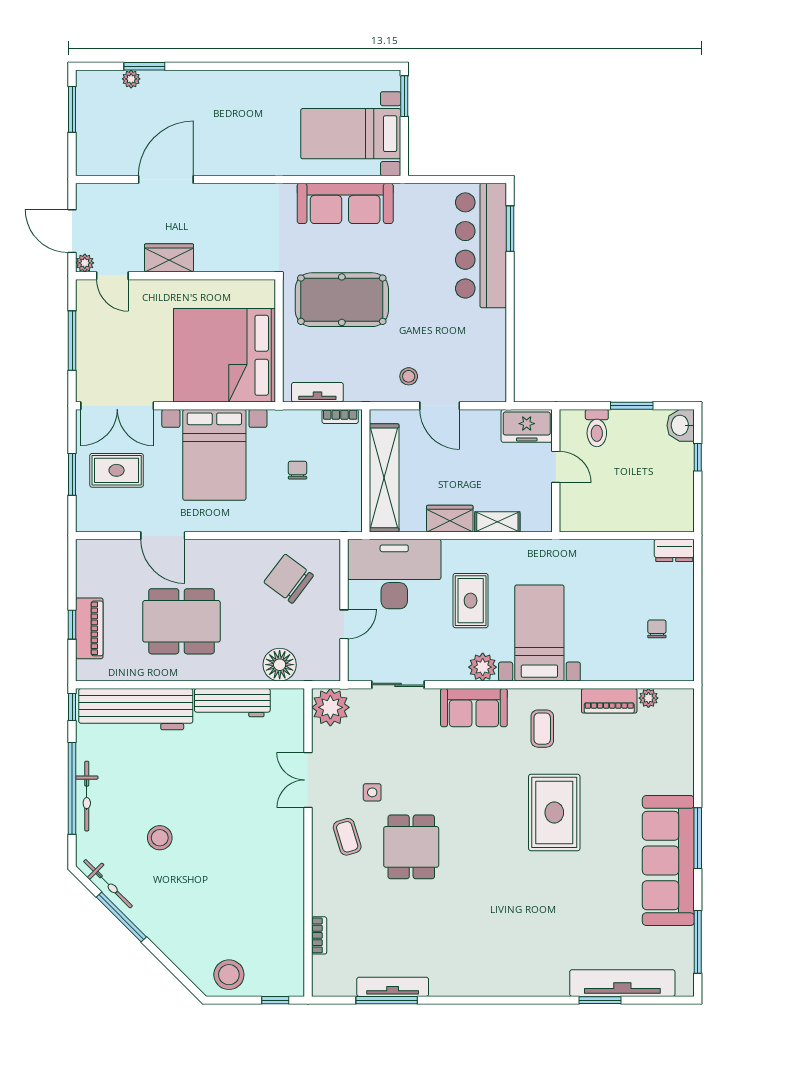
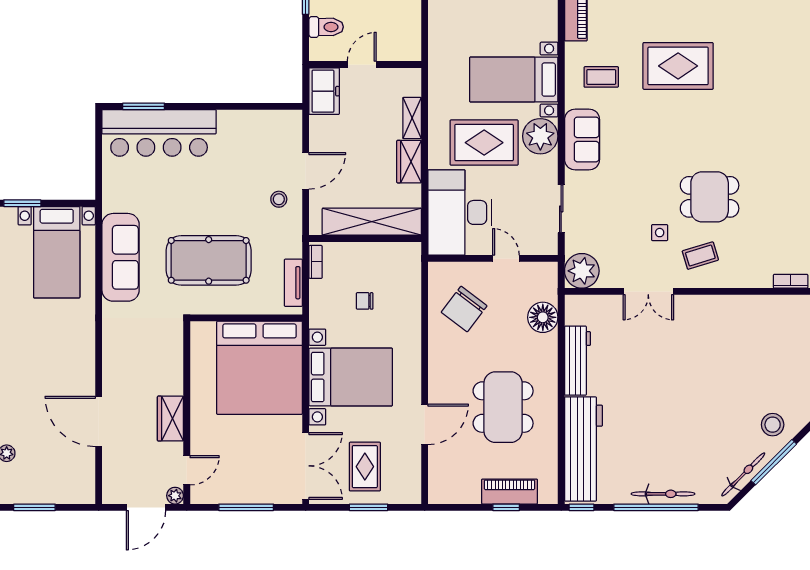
pool table: (342, 300) -> (209, 260), turned 90
rug: (471, 601) -> (484, 143), width x1.36, depth x1.43
plant: (483, 667) -> (540, 136), width x1.36, depth x1.36
stool: (160, 838) -> (773, 425), moved

